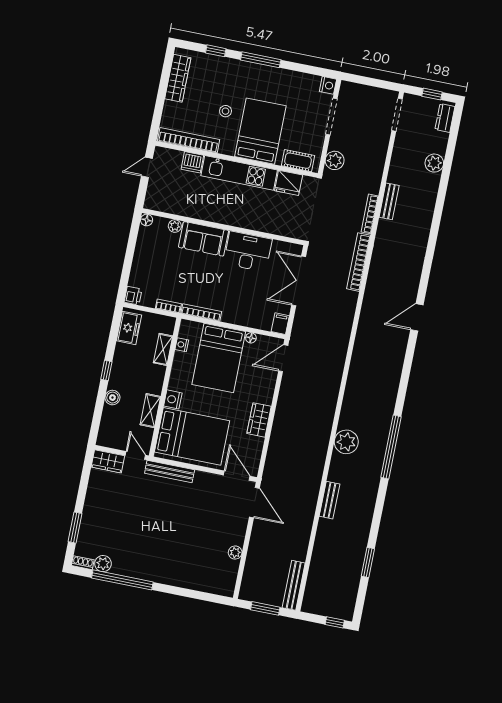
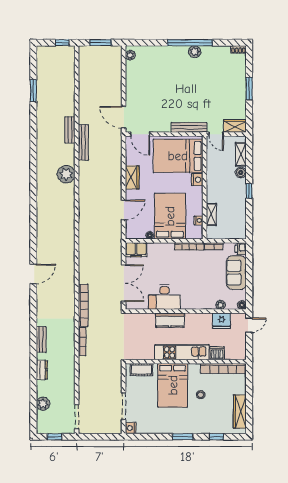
window: (261, 60) -> (183, 437), width x0.69
dresser: (445, 118) -> (42, 370), moved
plant: (335, 160) -> (115, 375), removed
plant: (434, 163) -> (43, 404), moved
door: (147, 167) -> (249, 325), moved
fridge: (289, 183) -> (221, 321), moved, turned 180
bench: (389, 201) -> (41, 339), moved
kitchen counter: (247, 219) -> (170, 320), added
sofa: (204, 239) -> (236, 273), moved, turned -90
filing cabinet: (280, 324) -> (136, 250), width x2.00
freezer: (129, 328) -> (239, 225), removed
door: (283, 358) -> (124, 210), moved
shelving: (150, 411) -> (241, 154), moved
window: (391, 447) -> (33, 177), removed
window: (75, 528) -> (249, 89), moved
plant: (235, 553) -> (130, 55), moved
plant: (103, 564) -> (195, 52), moved
window: (122, 580) -> (190, 43), moved
bench: (294, 585) -> (83, 142), moved
window: (335, 622) -> (62, 43), moved

